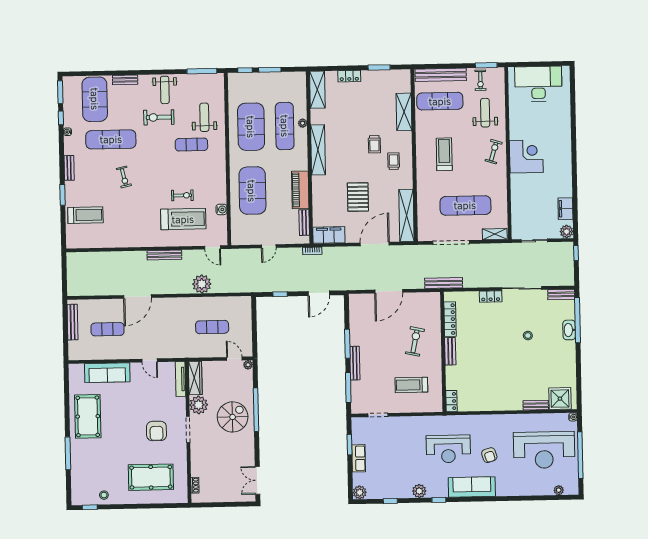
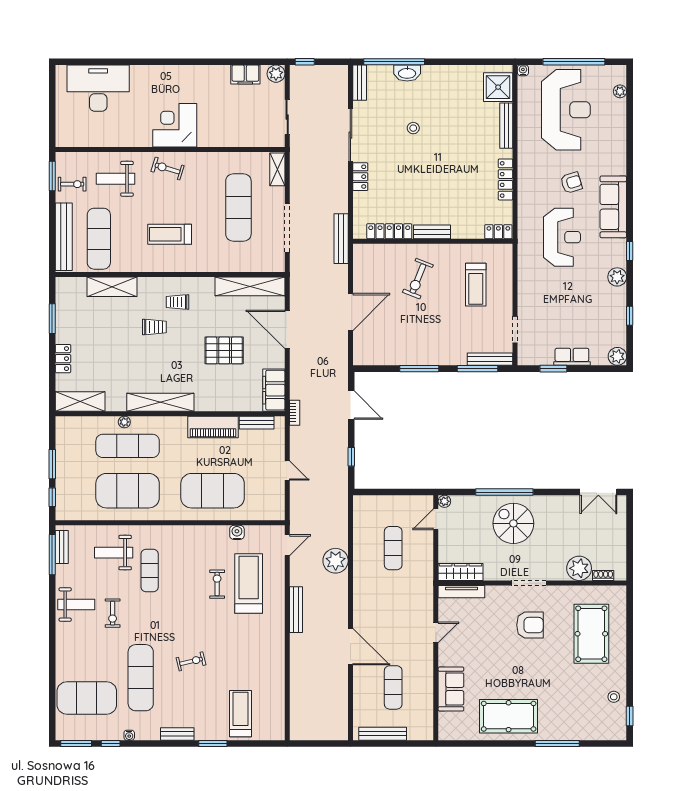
bench: (125, 80) -> (62, 547), moved
desk: (538, 84) -> (98, 88), moved, turned 90
exercise bike: (159, 117) -> (113, 613), width x0.73, depth x0.72
door: (389, 291) -> (350, 312), hinge flipped
exercise bike: (415, 341) -> (418, 279), turned -80
bench: (355, 363) -> (490, 359), moved
sofa: (107, 373) -> (451, 689), width x0.73
plant: (199, 405) -> (579, 568), moved
bench: (536, 405) -> (506, 126), width x1.36
locker: (491, 406) -> (505, 179), added

